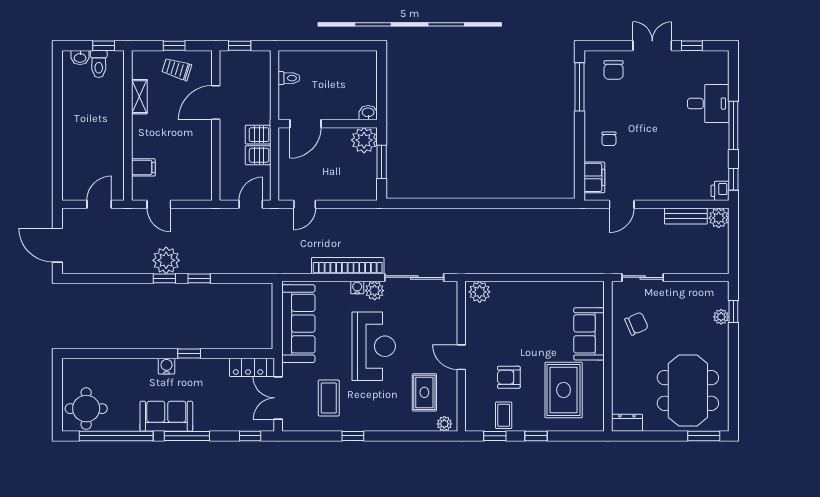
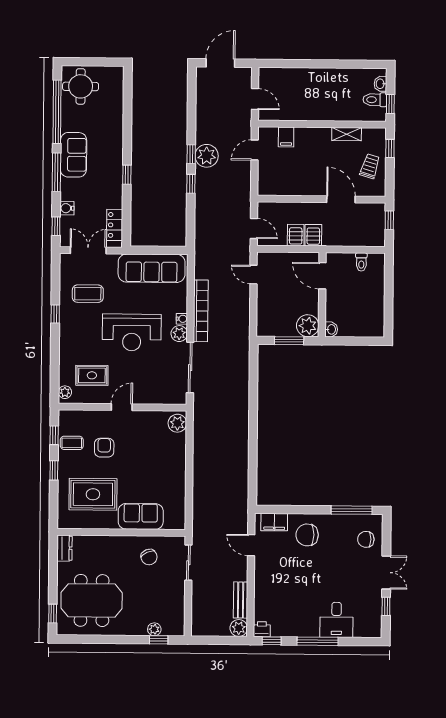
window: (174, 46) -> (390, 149), moved
chair: (609, 139) -> (307, 535), width x1.87, depth x1.87
water cooler: (167, 366) -> (67, 208), moved, turned 180
window: (704, 436) -> (53, 614), width x0.67

